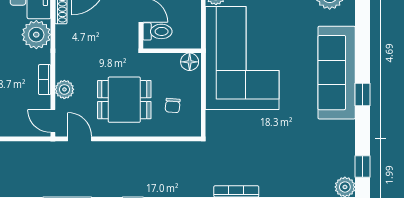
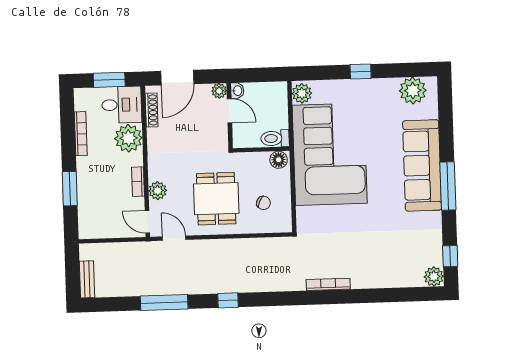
toilet: (157, 31) -> (275, 138), moved, turned 180
window: (362, 94) -> (448, 186), width x2.17
dining table: (124, 100) -> (216, 199), turned 90
chair: (173, 106) -> (263, 203), turned -70

